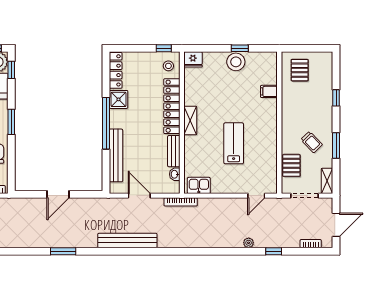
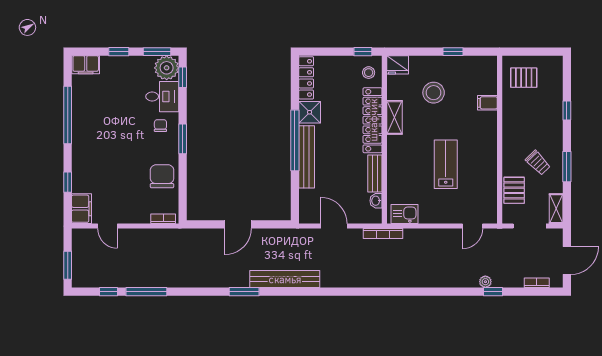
stool: (236, 62) -> (434, 93), moved
pallet: (300, 70) -> (524, 78), turned 90
shelving: (190, 120) -> (394, 117), moved
bench: (116, 155) -> (307, 157), moved
bench: (127, 240) -> (285, 279), moved
plant: (249, 243) -> (485, 282), moved

